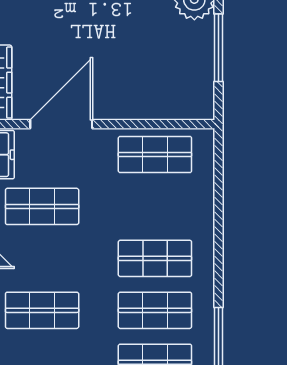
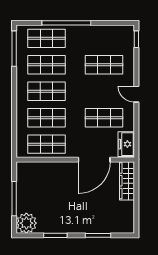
shop shelf: (155, 206) -> (46, 118), added

